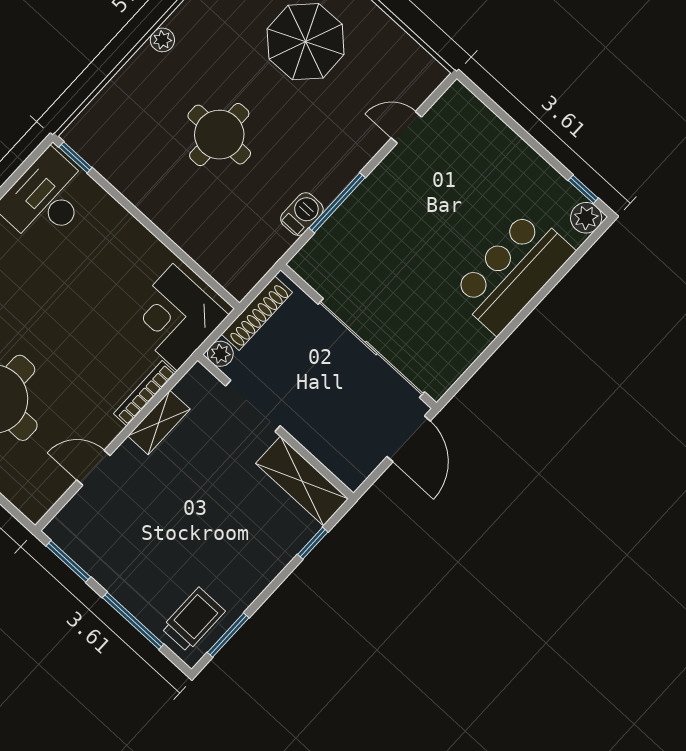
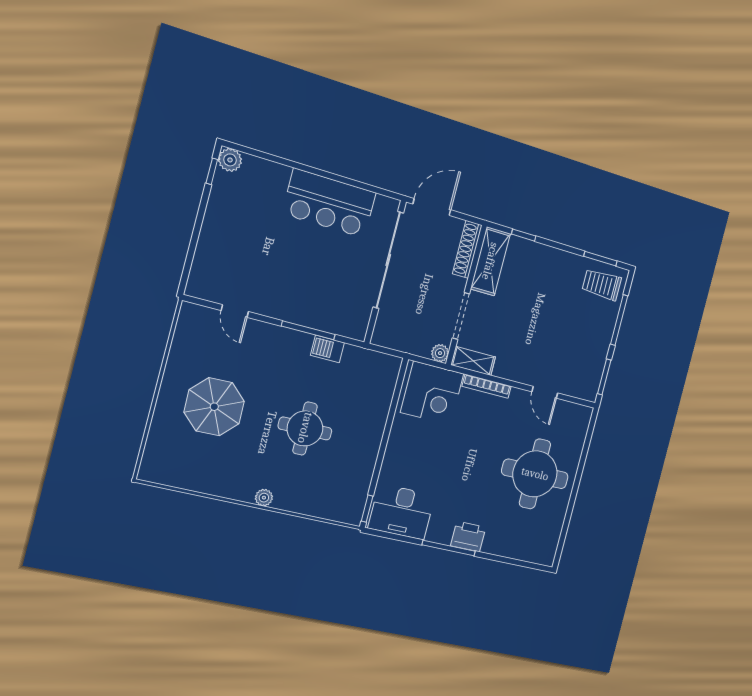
bar counter: (513, 272) -> (329, 203), moved
shoe rack: (257, 313) -> (467, 249), moved, turned -90
shelving: (159, 422) -> (473, 361), moved

